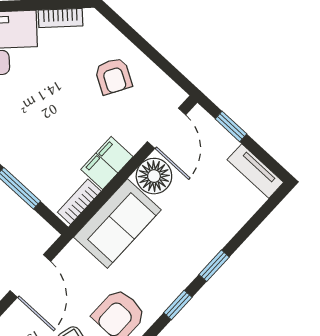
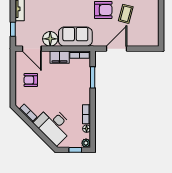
armchair: (113, 76) -> (31, 80), turned -120
door: (167, 128) -> (32, 49), swing flipped

